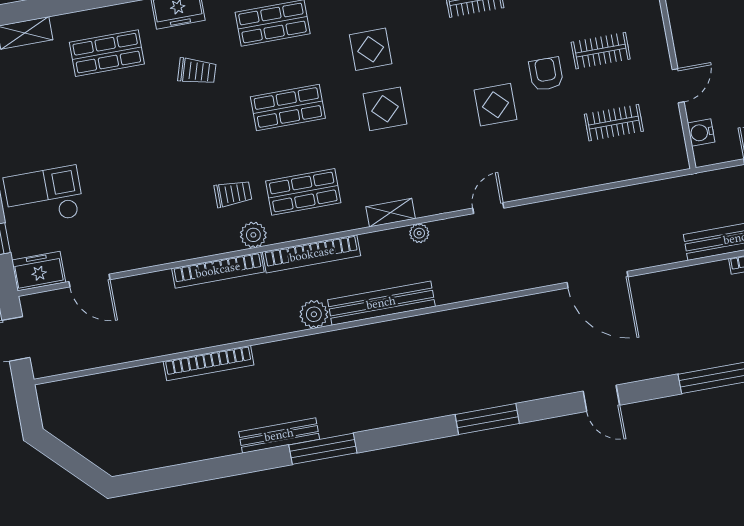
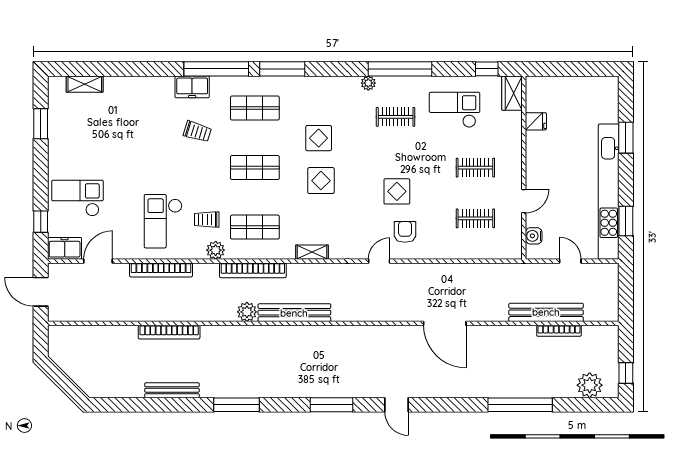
shop shelf: (107, 53) -> (138, 108), removed
armchair: (546, 74) -> (405, 232), moved
trolley: (233, 194) -> (207, 220), turned 180
checkout: (172, 207) -> (163, 221), added
plant: (419, 233) -> (329, 270), removed
bookcase: (218, 270) -> (161, 270), moved
door: (89, 281) -> (98, 261), swing flipped
door: (601, 398) -> (397, 405), moved
window: (487, 419) -> (331, 405), moved
bench: (279, 435) -> (172, 390), moved

